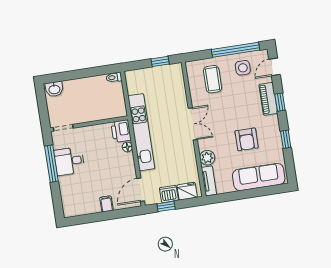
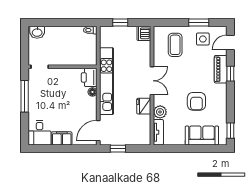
window: (235, 50) -> (199, 23), width x0.47
window: (160, 61) -> (120, 23), moved
window: (286, 139) -> (230, 131), moved
desk: (69, 161) -> (40, 133), moved, turned -90
sofa: (259, 177) -> (202, 135), width x0.73
fridge: (187, 191) -> (144, 106), moved, turned -90
dishwasher: (169, 194) -> (144, 33), moved, turned -90
filing cabinet: (106, 204) -> (62, 138), width x2.00

